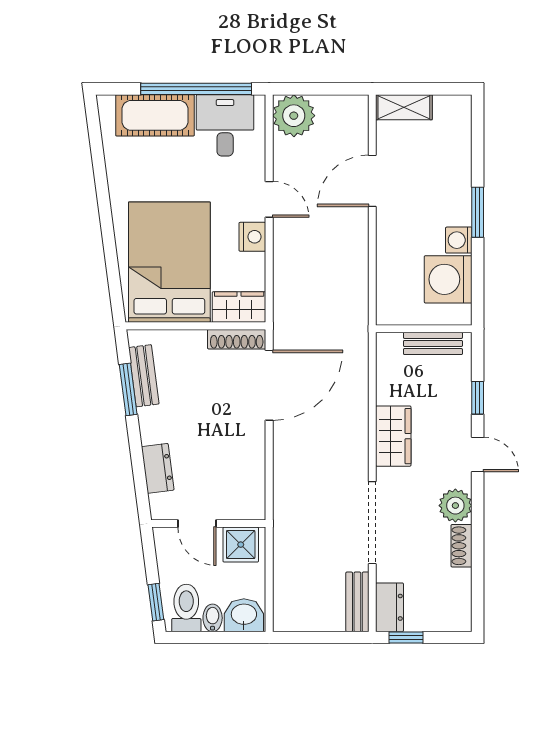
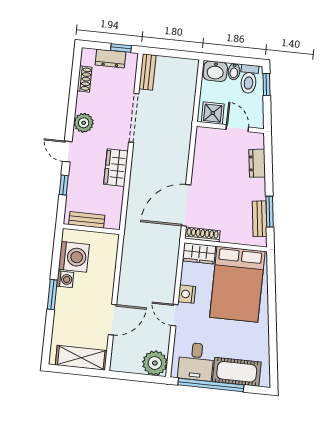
shelving: (404, 107) -> (81, 358), width x1.50, depth x1.33
shoe rack: (462, 546) -> (85, 79), moved
dresser: (389, 607) -> (110, 58), moved, turned -90

